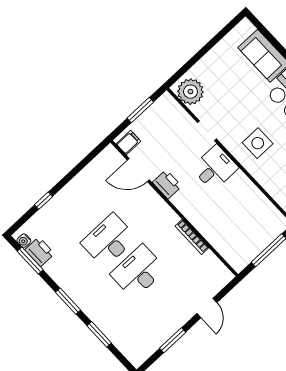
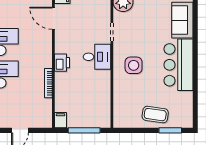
printer: (167, 184) -> (62, 63), moved
filing cabinet: (237, 262) -> (60, 120), added

